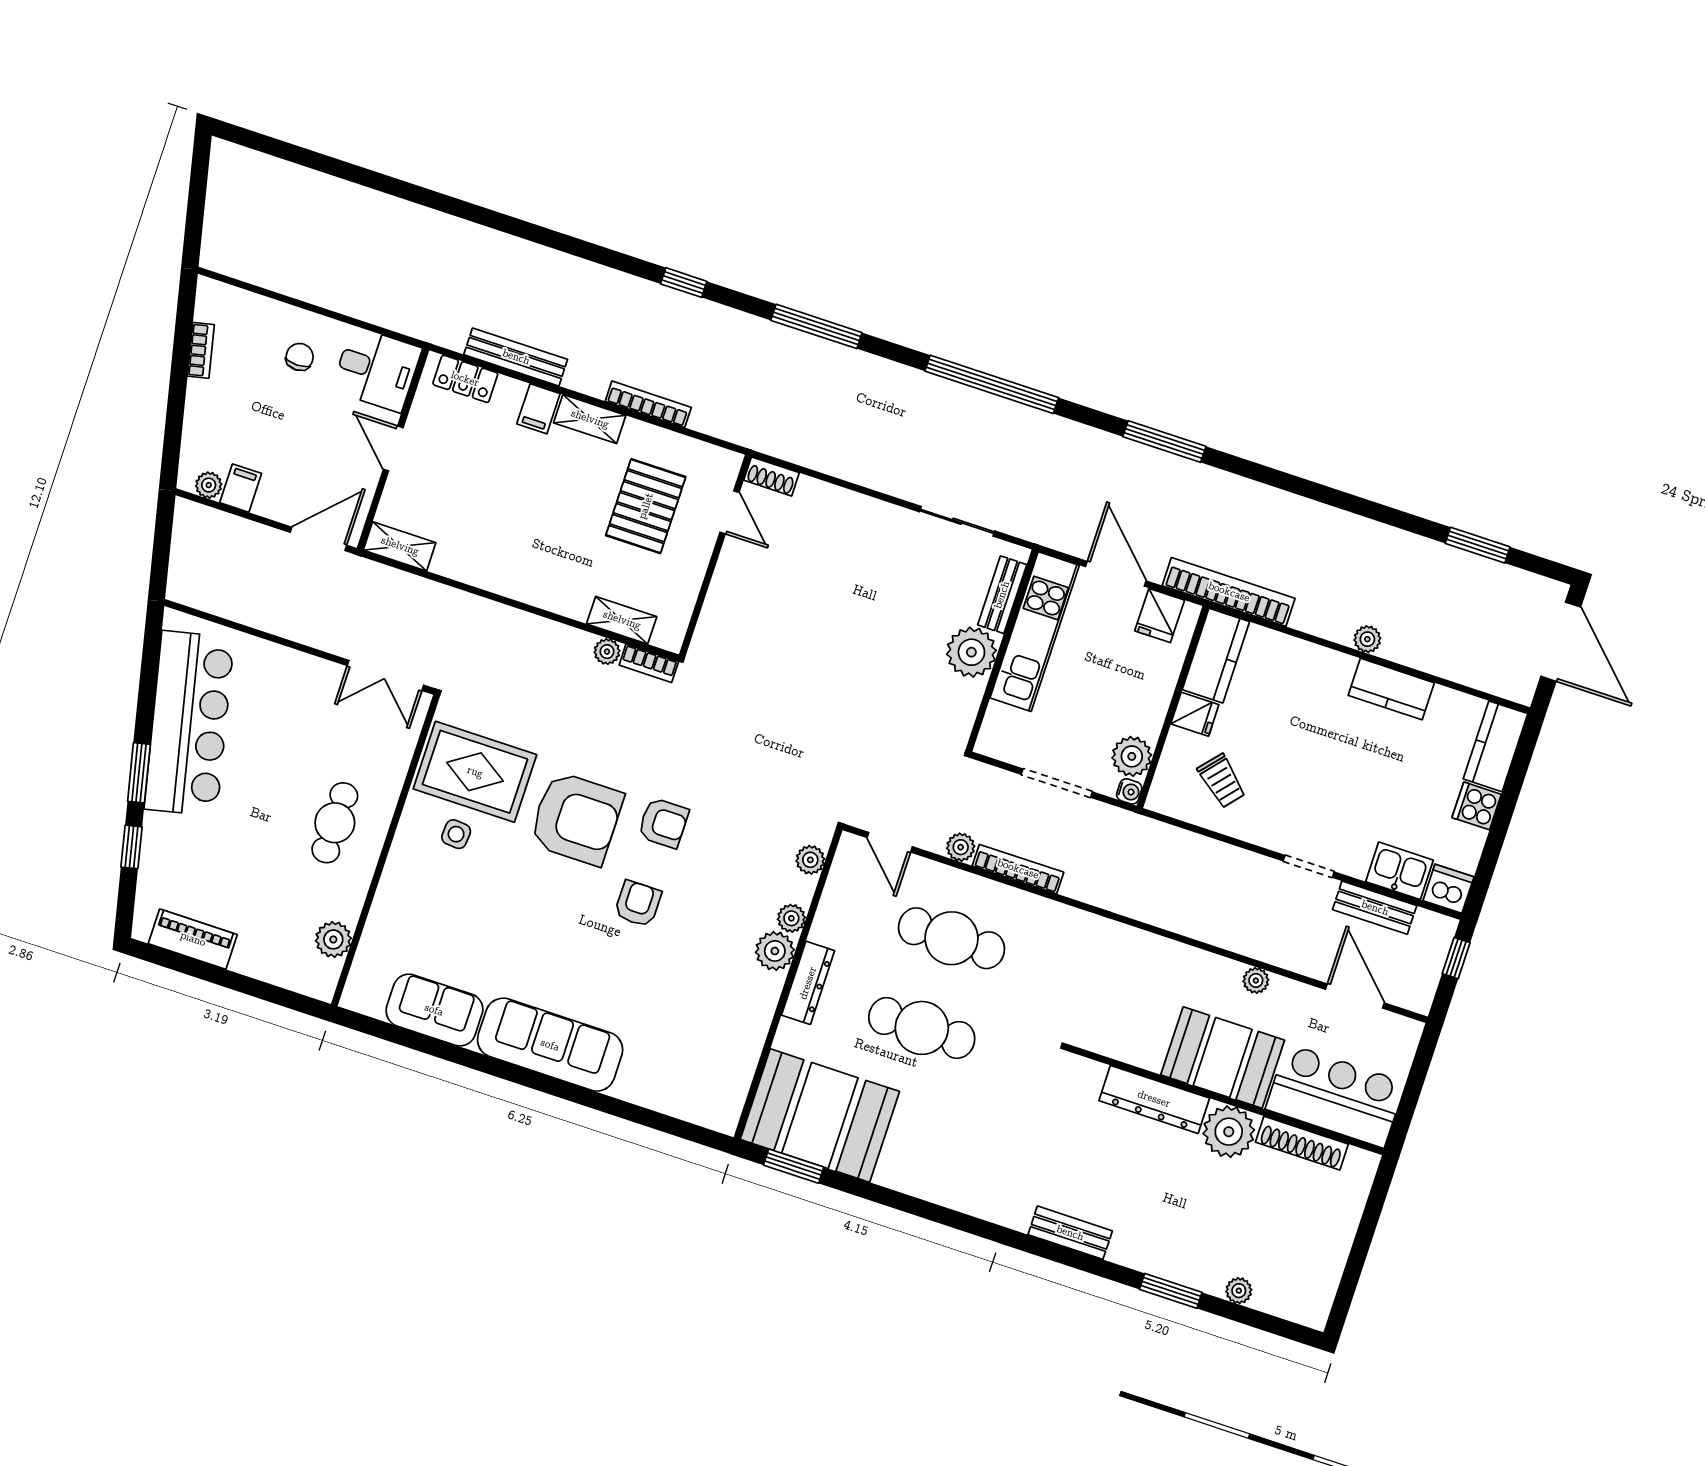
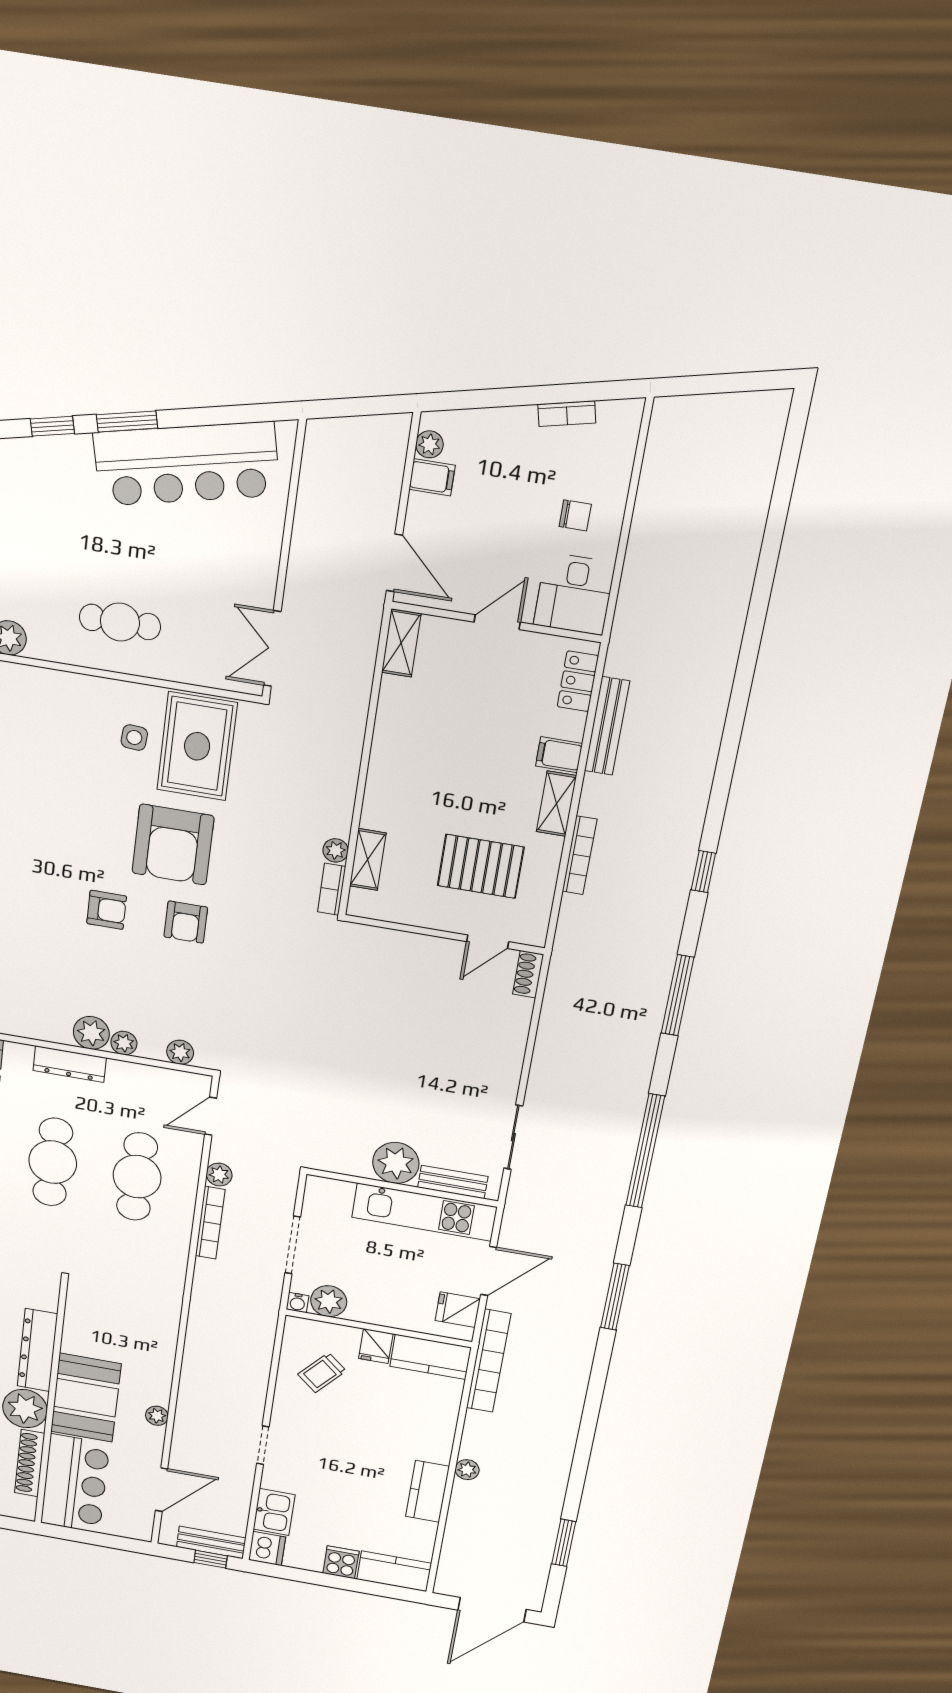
bench: (1375, 908) -> (211, 1542), moved, turned 90

